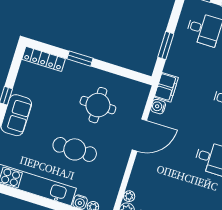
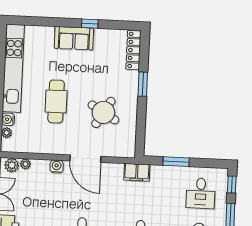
round table: (98, 105) -> (103, 112), turned 31
water cooler: (158, 107) -> (57, 166), moved

